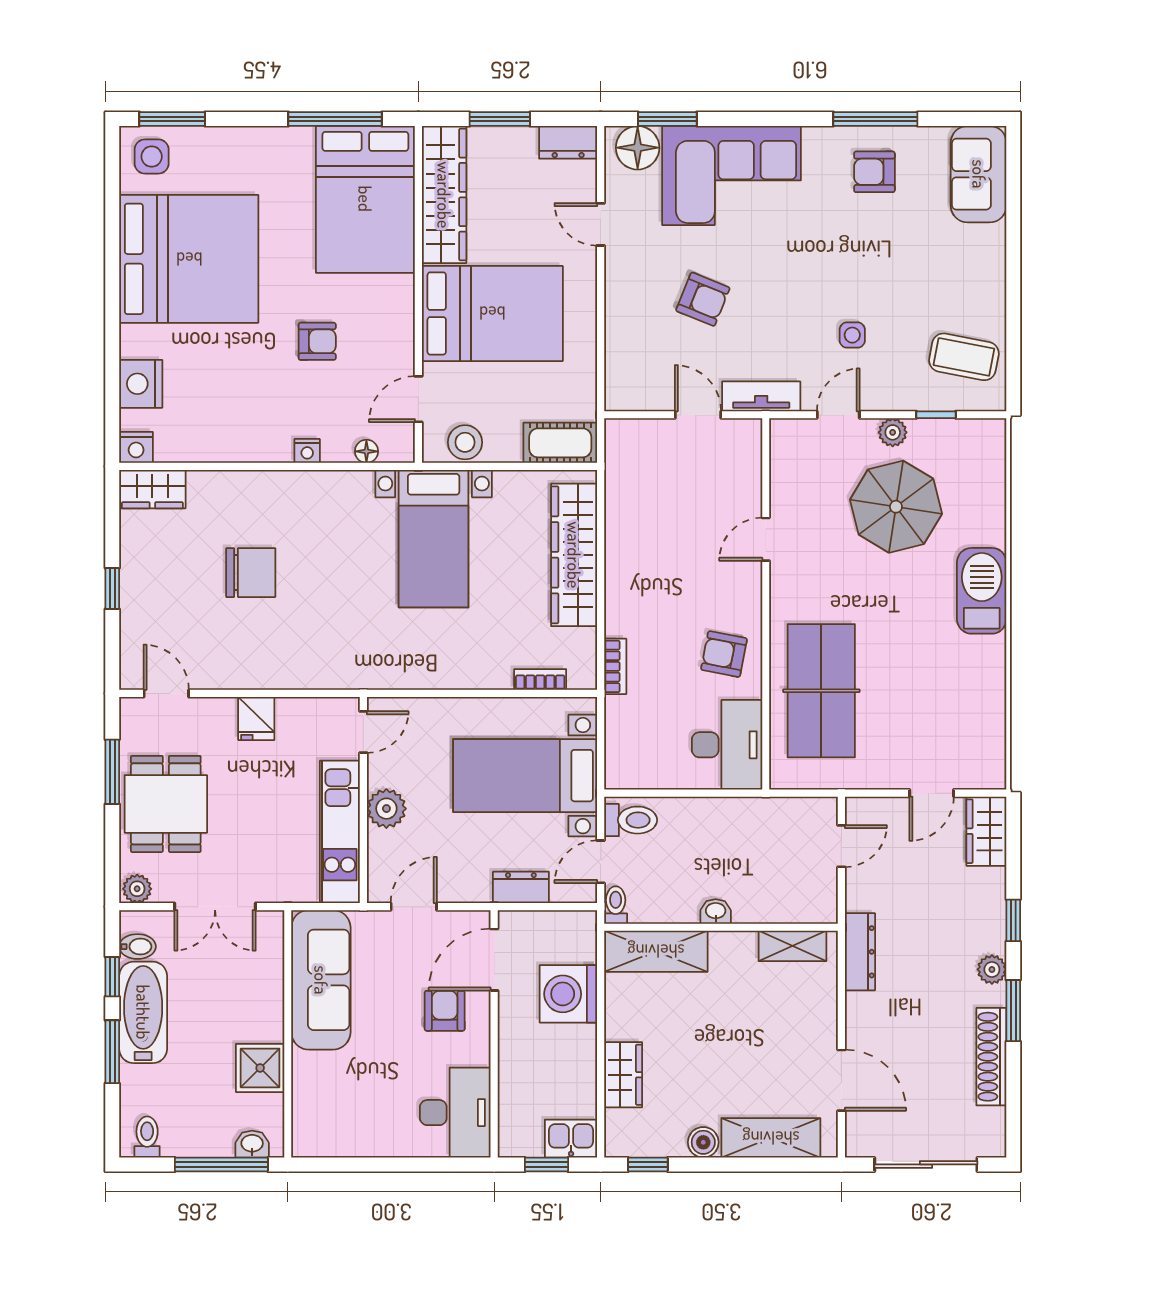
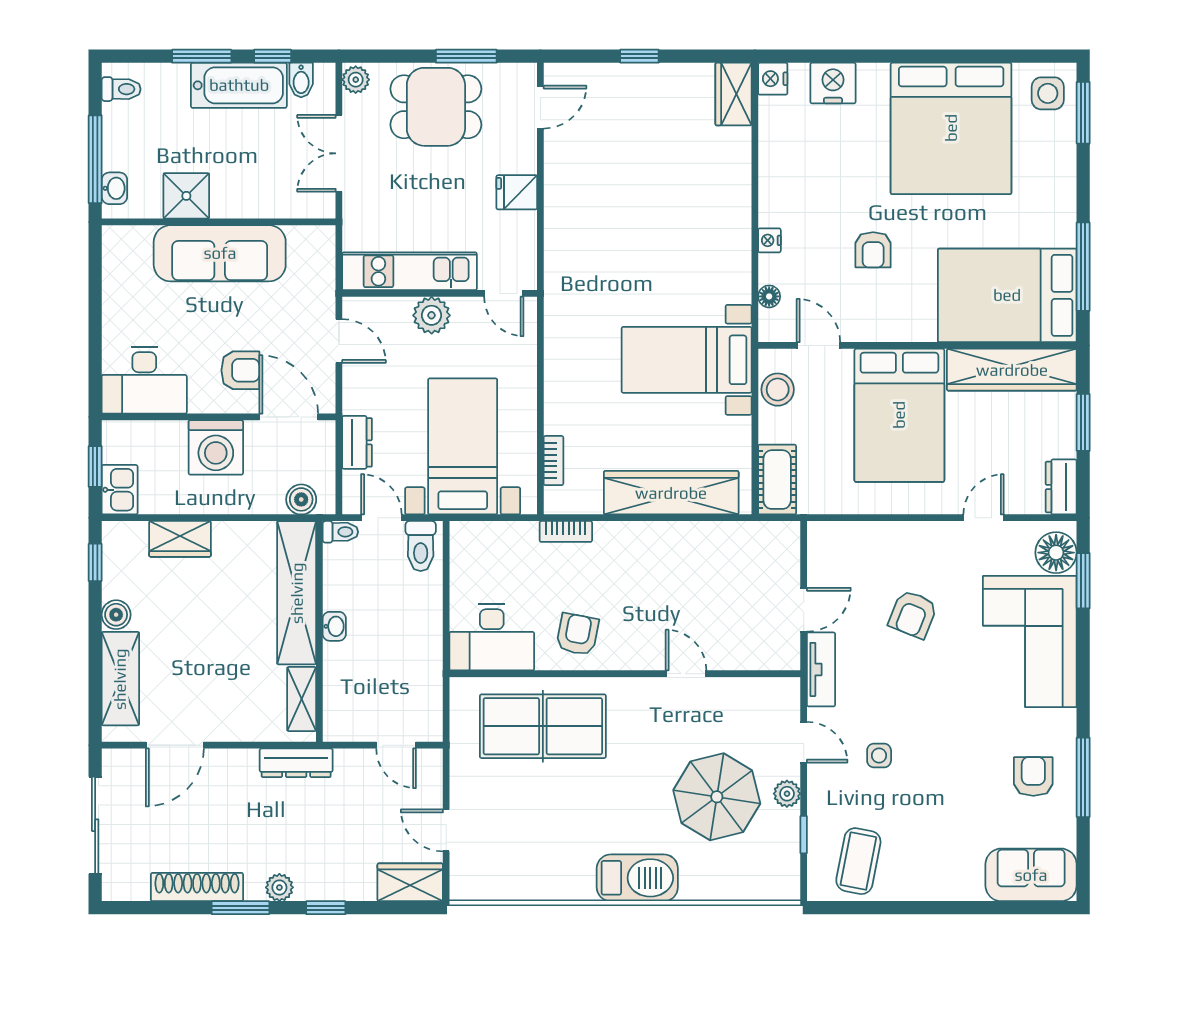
chair: (251, 573) -> (655, 187), removed
boiler: (581, 946) -> (301, 499), added
shelving: (656, 951) -> (297, 593), width x1.47
sofa: (321, 980) -> (220, 253), moved
washing machine: (568, 994) -> (216, 447), moved, turned 180

